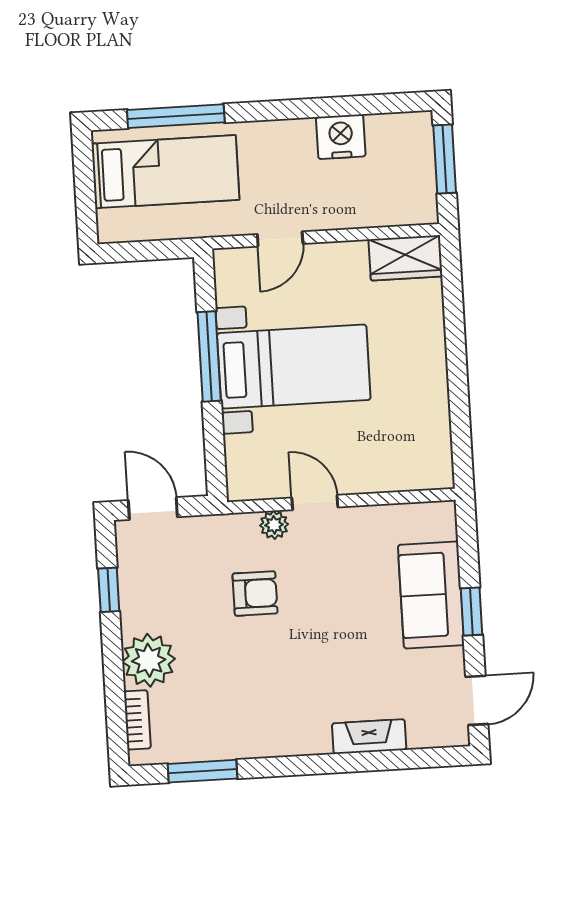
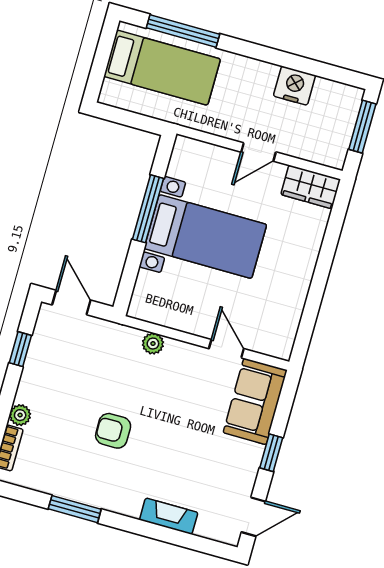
door: (280, 239) -> (259, 152), moved
door: (315, 503) -> (226, 349), moved
armchair: (255, 593) -> (113, 431), moved, turned 180
sofa: (431, 595) -> (255, 401), moved
plant: (149, 660) -> (20, 415), width x0.53, depth x0.53
window: (202, 771) -> (75, 509), moved

